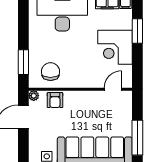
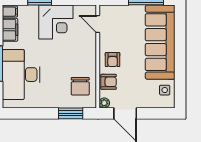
chair: (50, 72) -> (80, 86), turned -90
armchair: (77, 104) -> (113, 60), added

